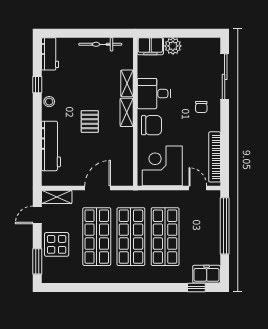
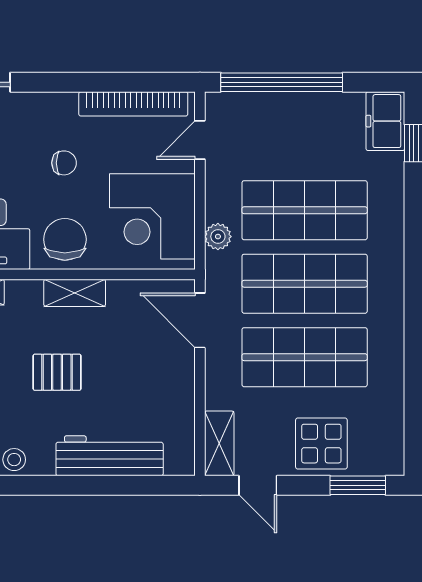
chair: (201, 107) -> (64, 163), moved
shelving: (127, 112) -> (75, 293), moved
door: (98, 188) -> (200, 320), moved
plant: (153, 196) -> (218, 237), added

